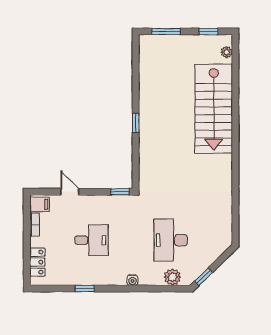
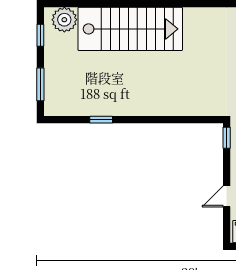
plant: (227, 52) -> (64, 20), width x1.88, depth x1.88
window: (136, 123) -> (101, 120), moved

